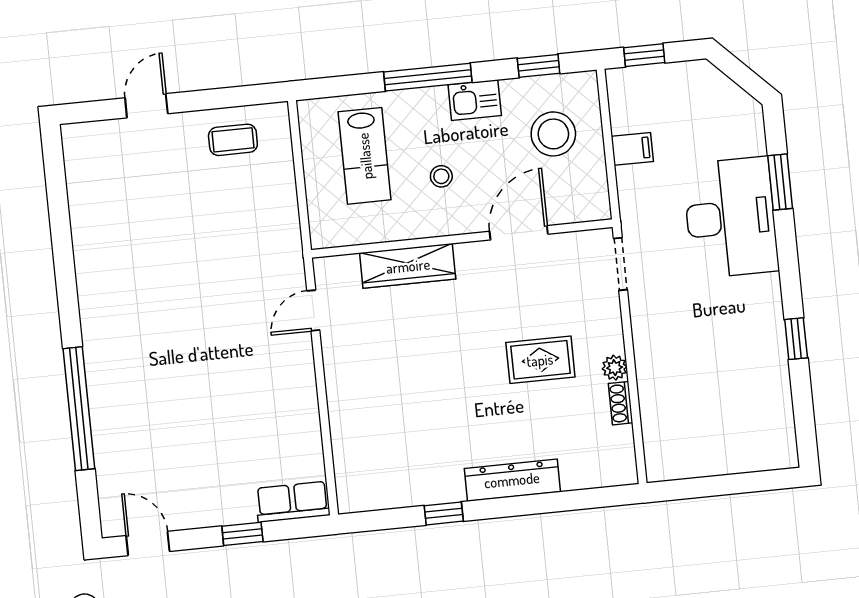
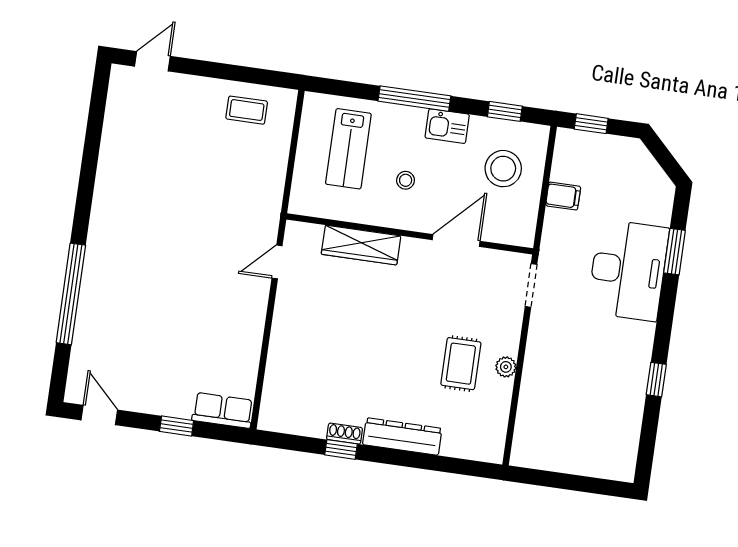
door: (146, 106) -> (152, 61), moved
rug: (540, 360) -> (461, 364), moved, turned 90
shoe rack: (621, 403) -> (345, 434), moved, turned 90

